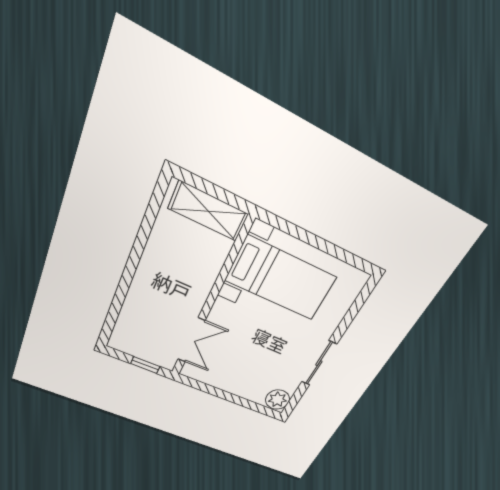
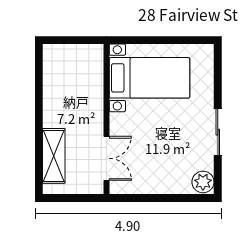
shelving: (208, 211) -> (54, 156), moved, turned 90
window: (145, 365) -> (80, 198), removed

